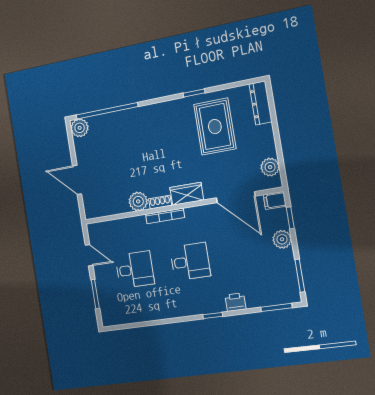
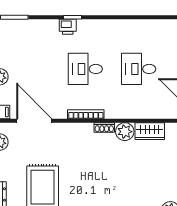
wardrobe: (187, 194) -> (150, 131), moved
bookcase: (165, 216) -> (86, 114), moved
printer: (235, 302) -> (68, 27), moved

